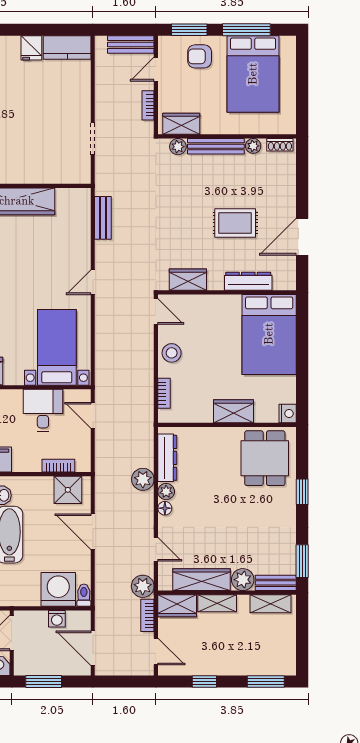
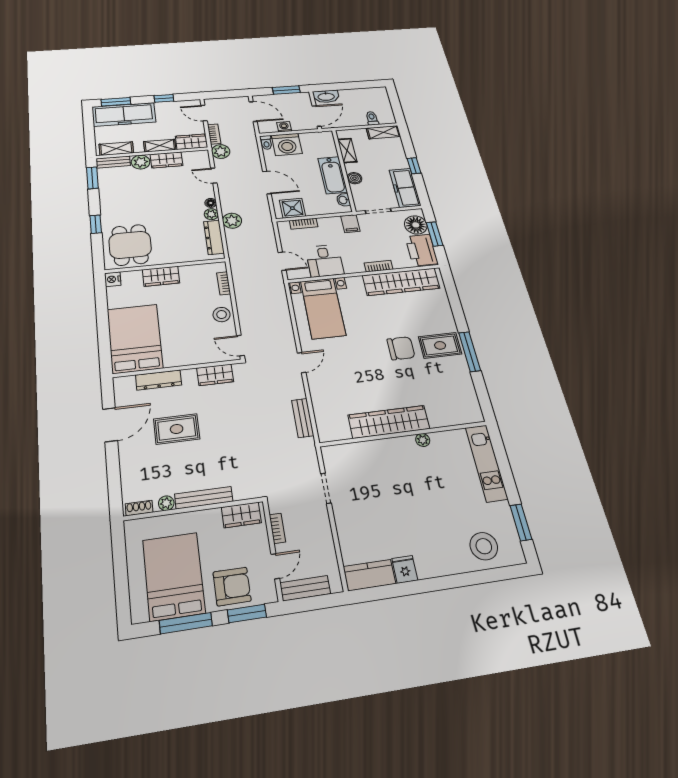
armchair: (200, 56) -> (232, 586), width x1.38, depth x1.38
plant: (178, 147) -> (242, 492), removed
wardrobe: (201, 580) -> (166, 160), width x0.67
freezer: (257, 659) -> (124, 114), added

